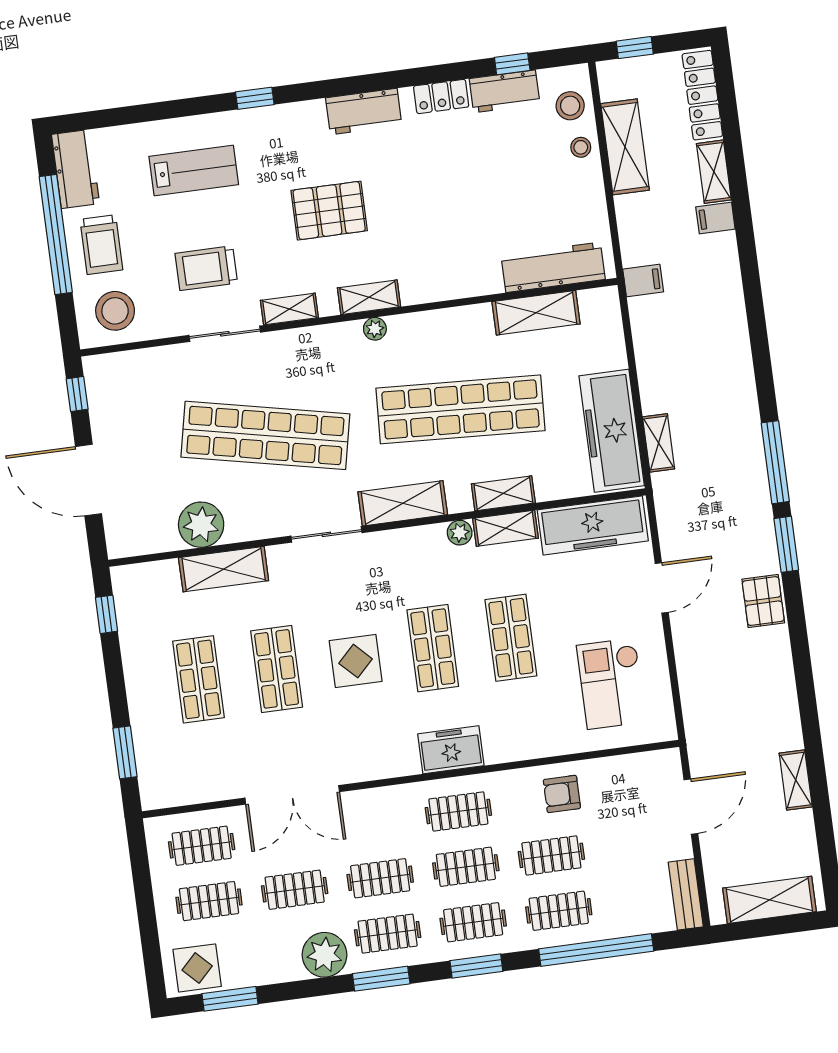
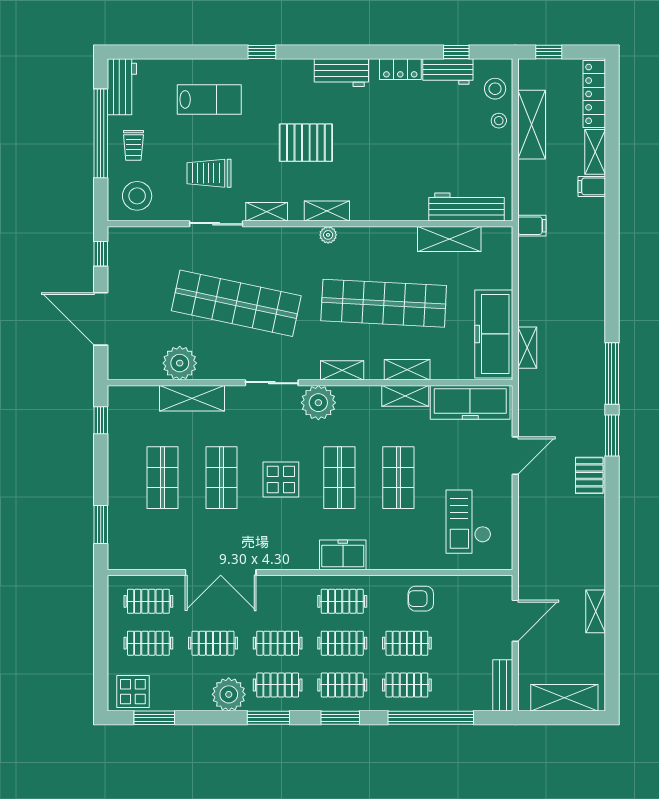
trolley: (101, 245) -> (133, 145), width x0.73, depth x0.72
shelving: (403, 503) -> (342, 370), width x0.67, depth x0.75
plant: (460, 533) -> (318, 403), moved, width x1.88, depth x1.88

